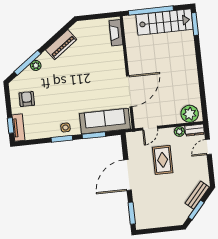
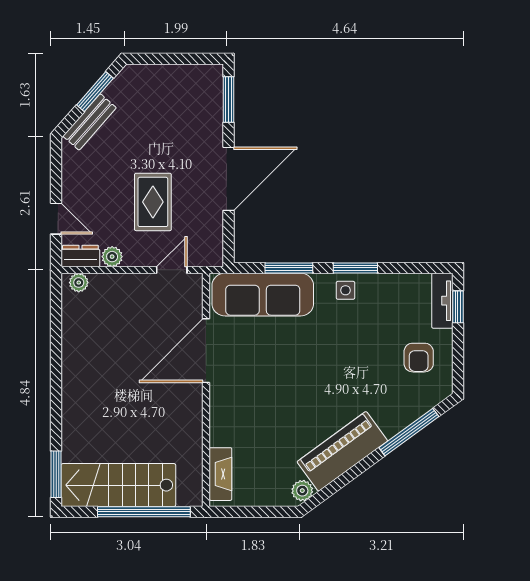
piano: (61, 45) -> (342, 451), width x1.37, depth x1.33
plant: (36, 65) -> (302, 491), moved
plant: (190, 114) -> (79, 283), width x0.53, depth x0.53
door: (208, 147) -> (56, 219), hinge flipped

